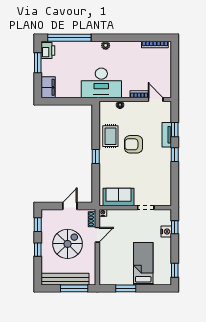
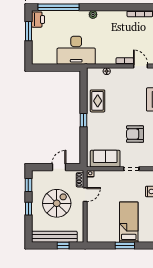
desk: (101, 83) -> (76, 50), moved
filing cabinet: (48, 87) -> (38, 54), removed
armchair: (134, 144) -> (135, 134), moved
window: (74, 288) -> (63, 246), width x0.46
window: (126, 288) -> (125, 246), moved

